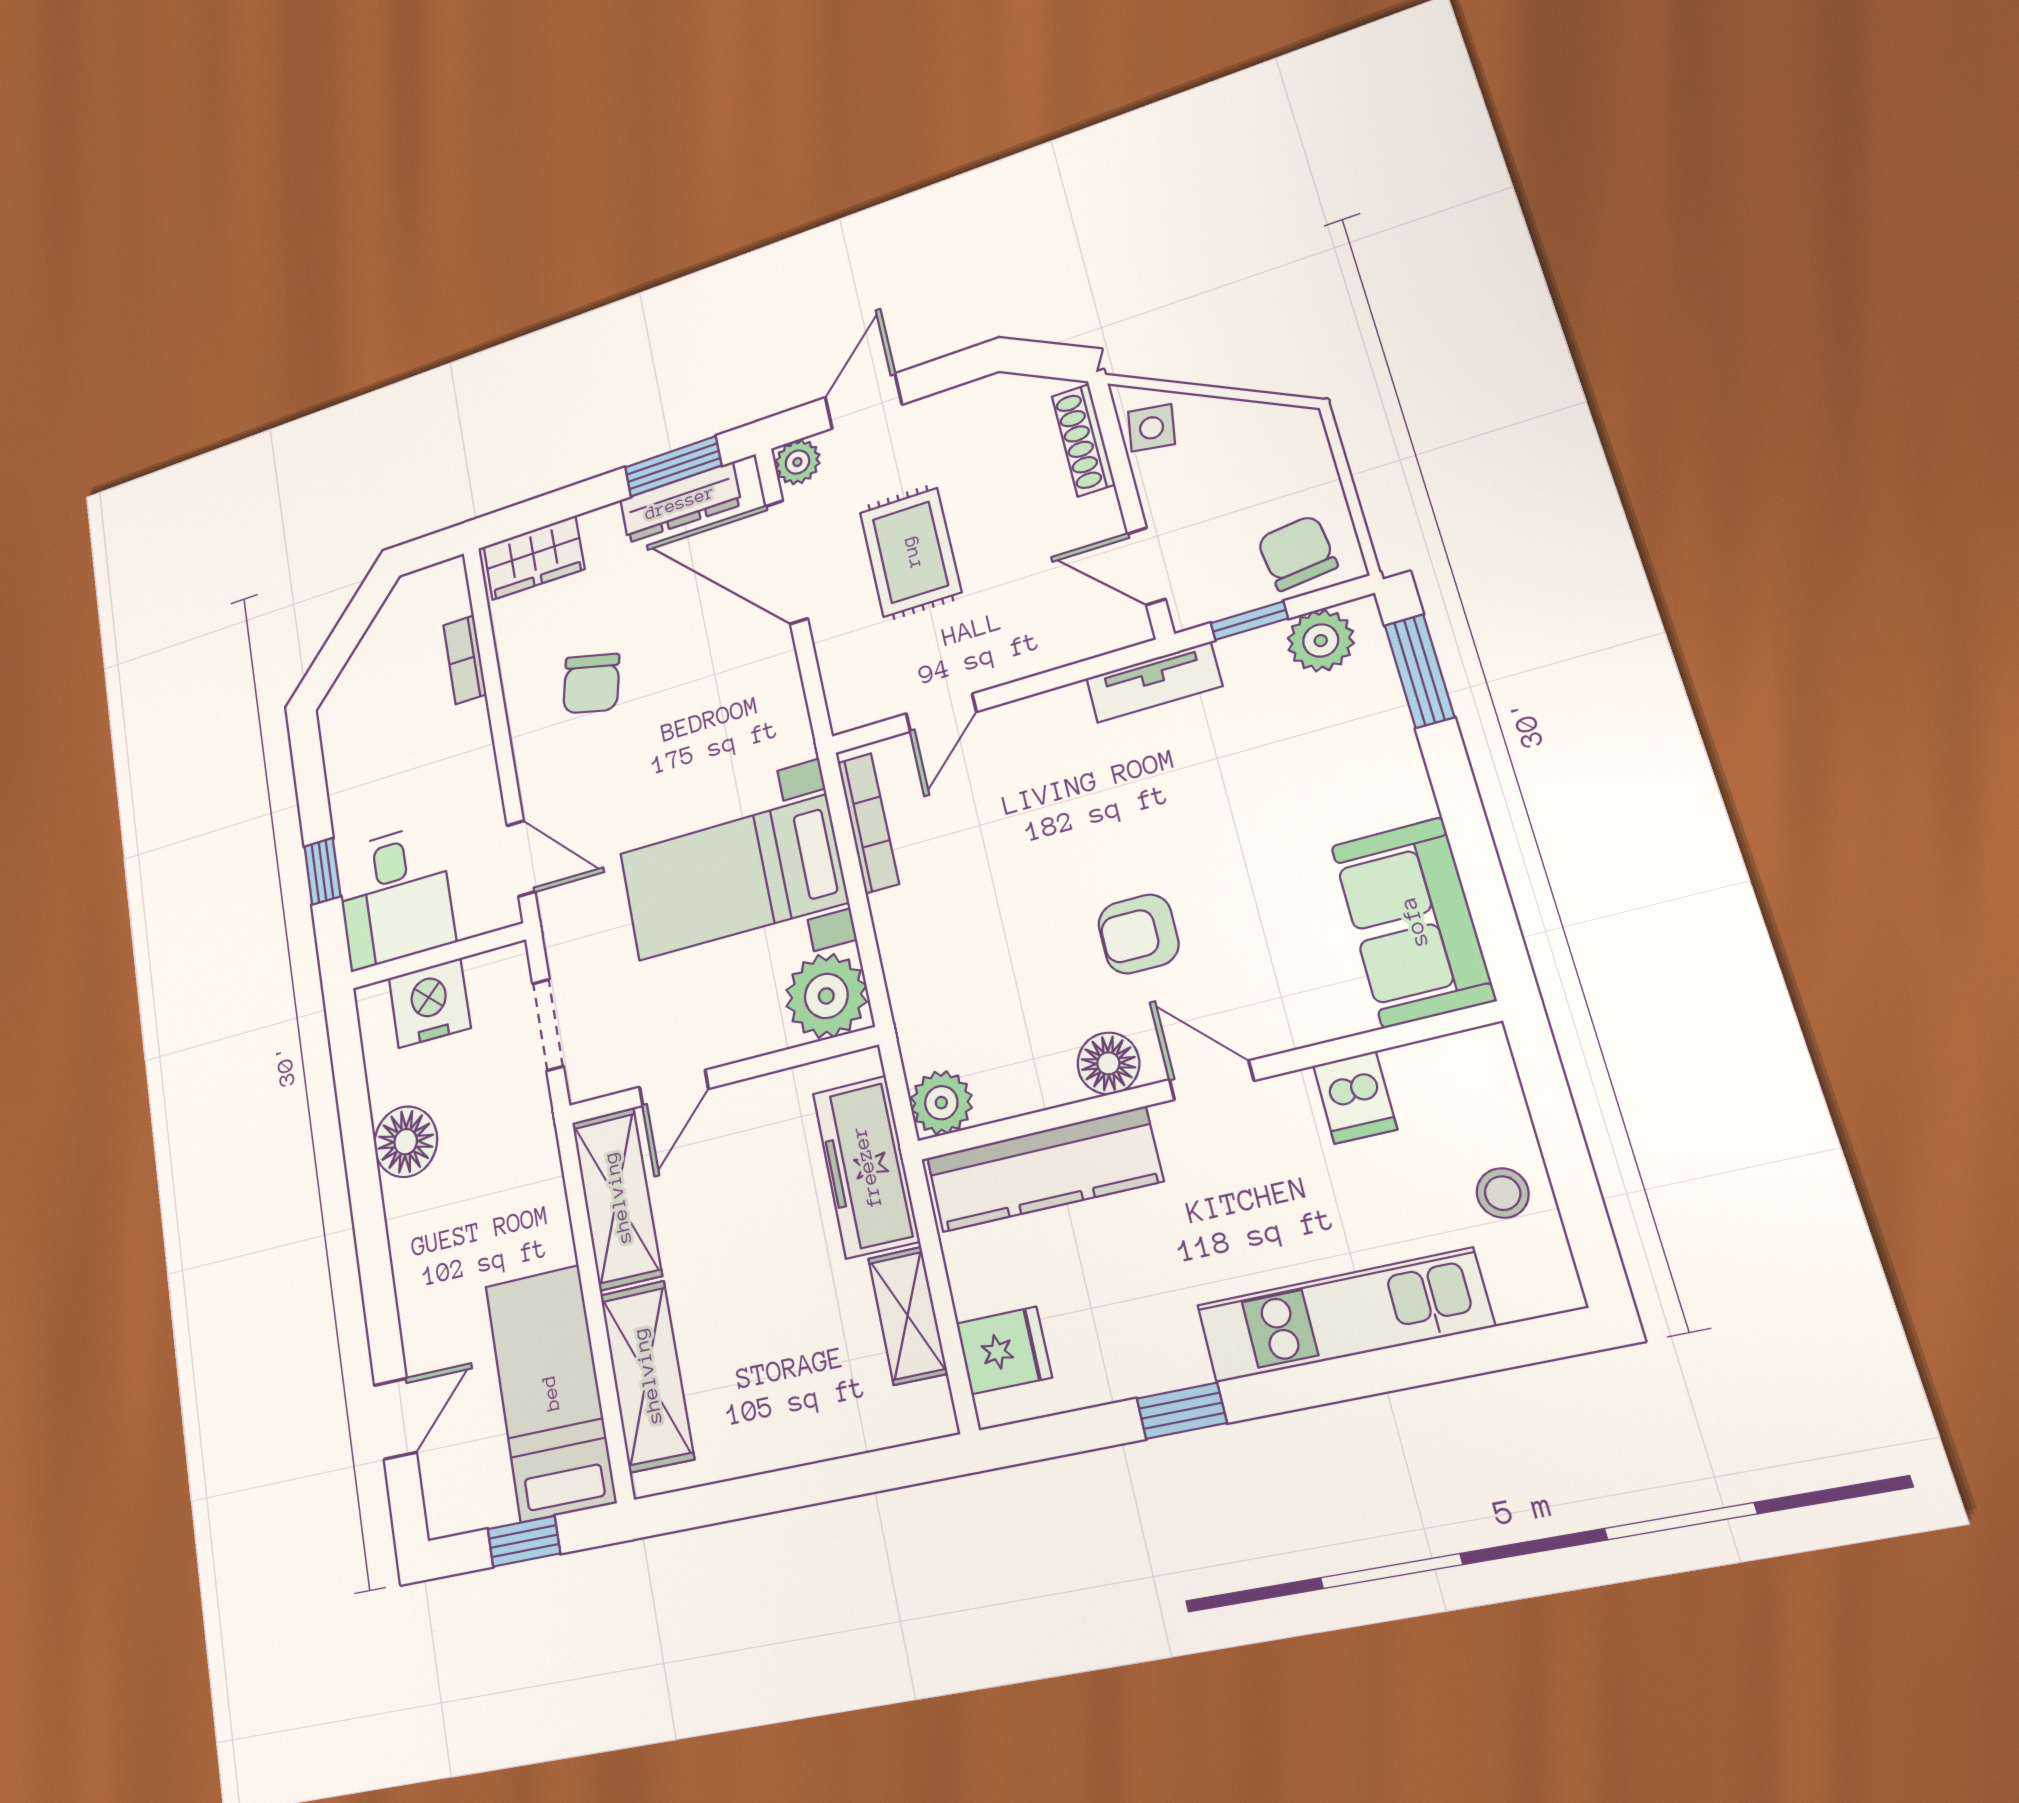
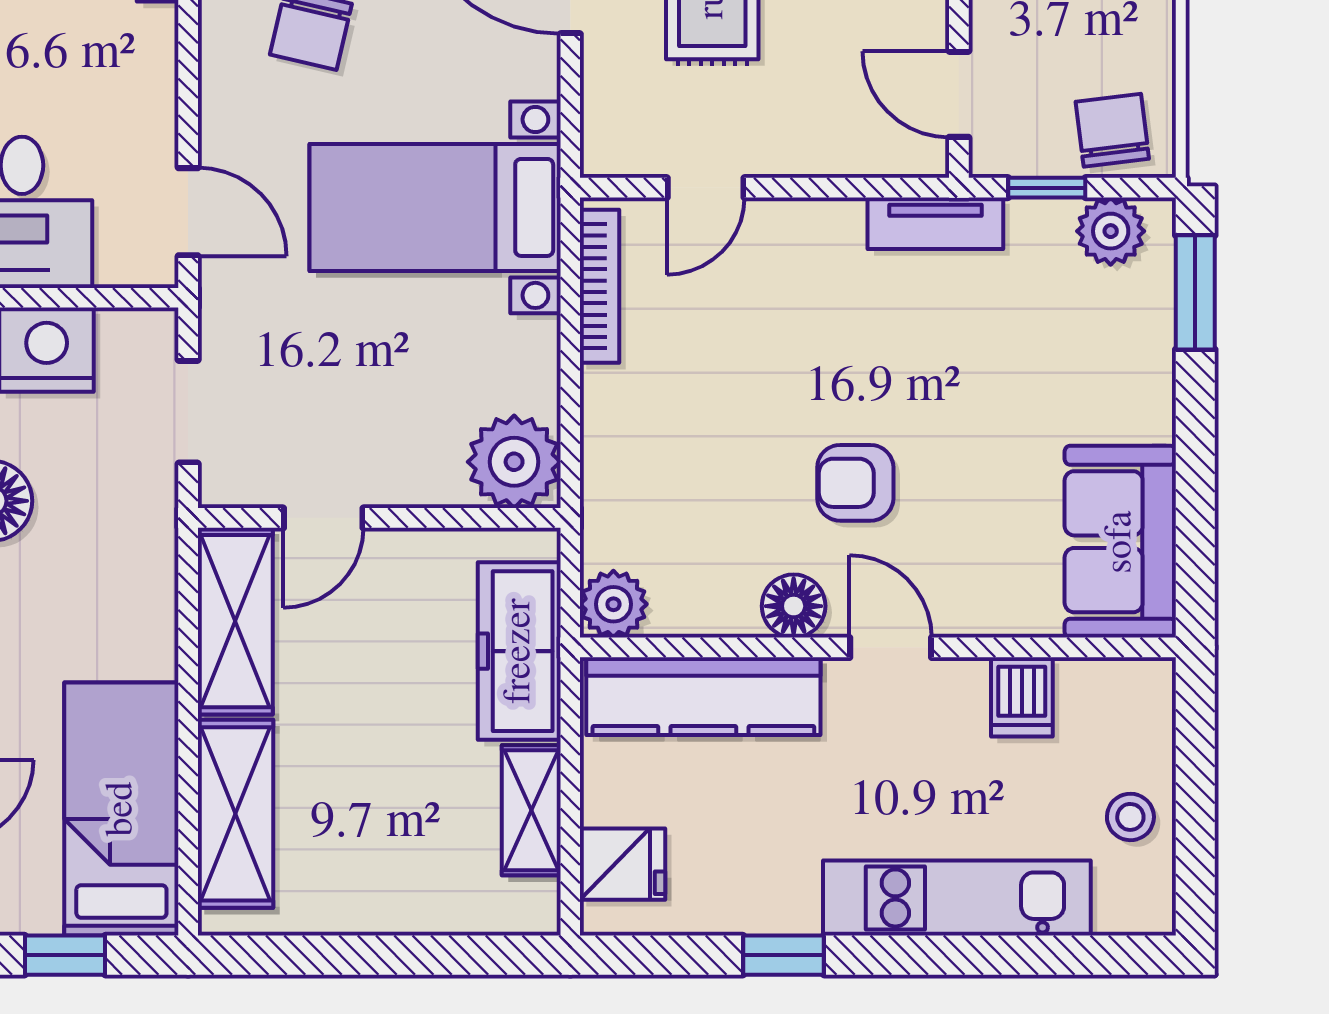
bed with nightstands: (732, 878) -> (435, 207), moved

